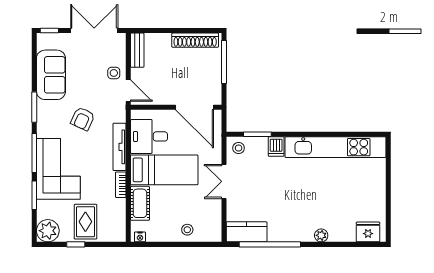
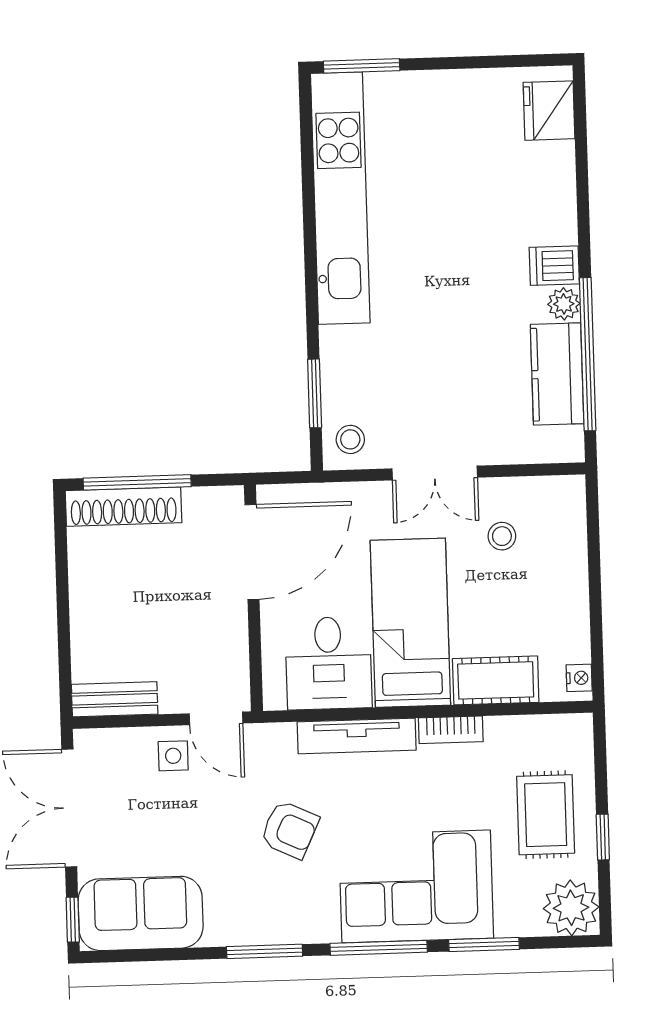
shoe rack: (195, 40) -> (124, 507), moved, turned 90
sofa: (51, 75) -> (141, 913), moved
door: (128, 91) -> (216, 718), swing flipped
dishwasher: (276, 147) -> (554, 266), moved, turned 180
window: (388, 157) -> (362, 66), added
rug: (85, 222) -> (546, 815), turned 90
stool: (187, 230) -> (502, 536), moved
kitchen counter: (247, 232) -> (557, 374), moved
plant: (321, 235) -> (564, 304), moved

